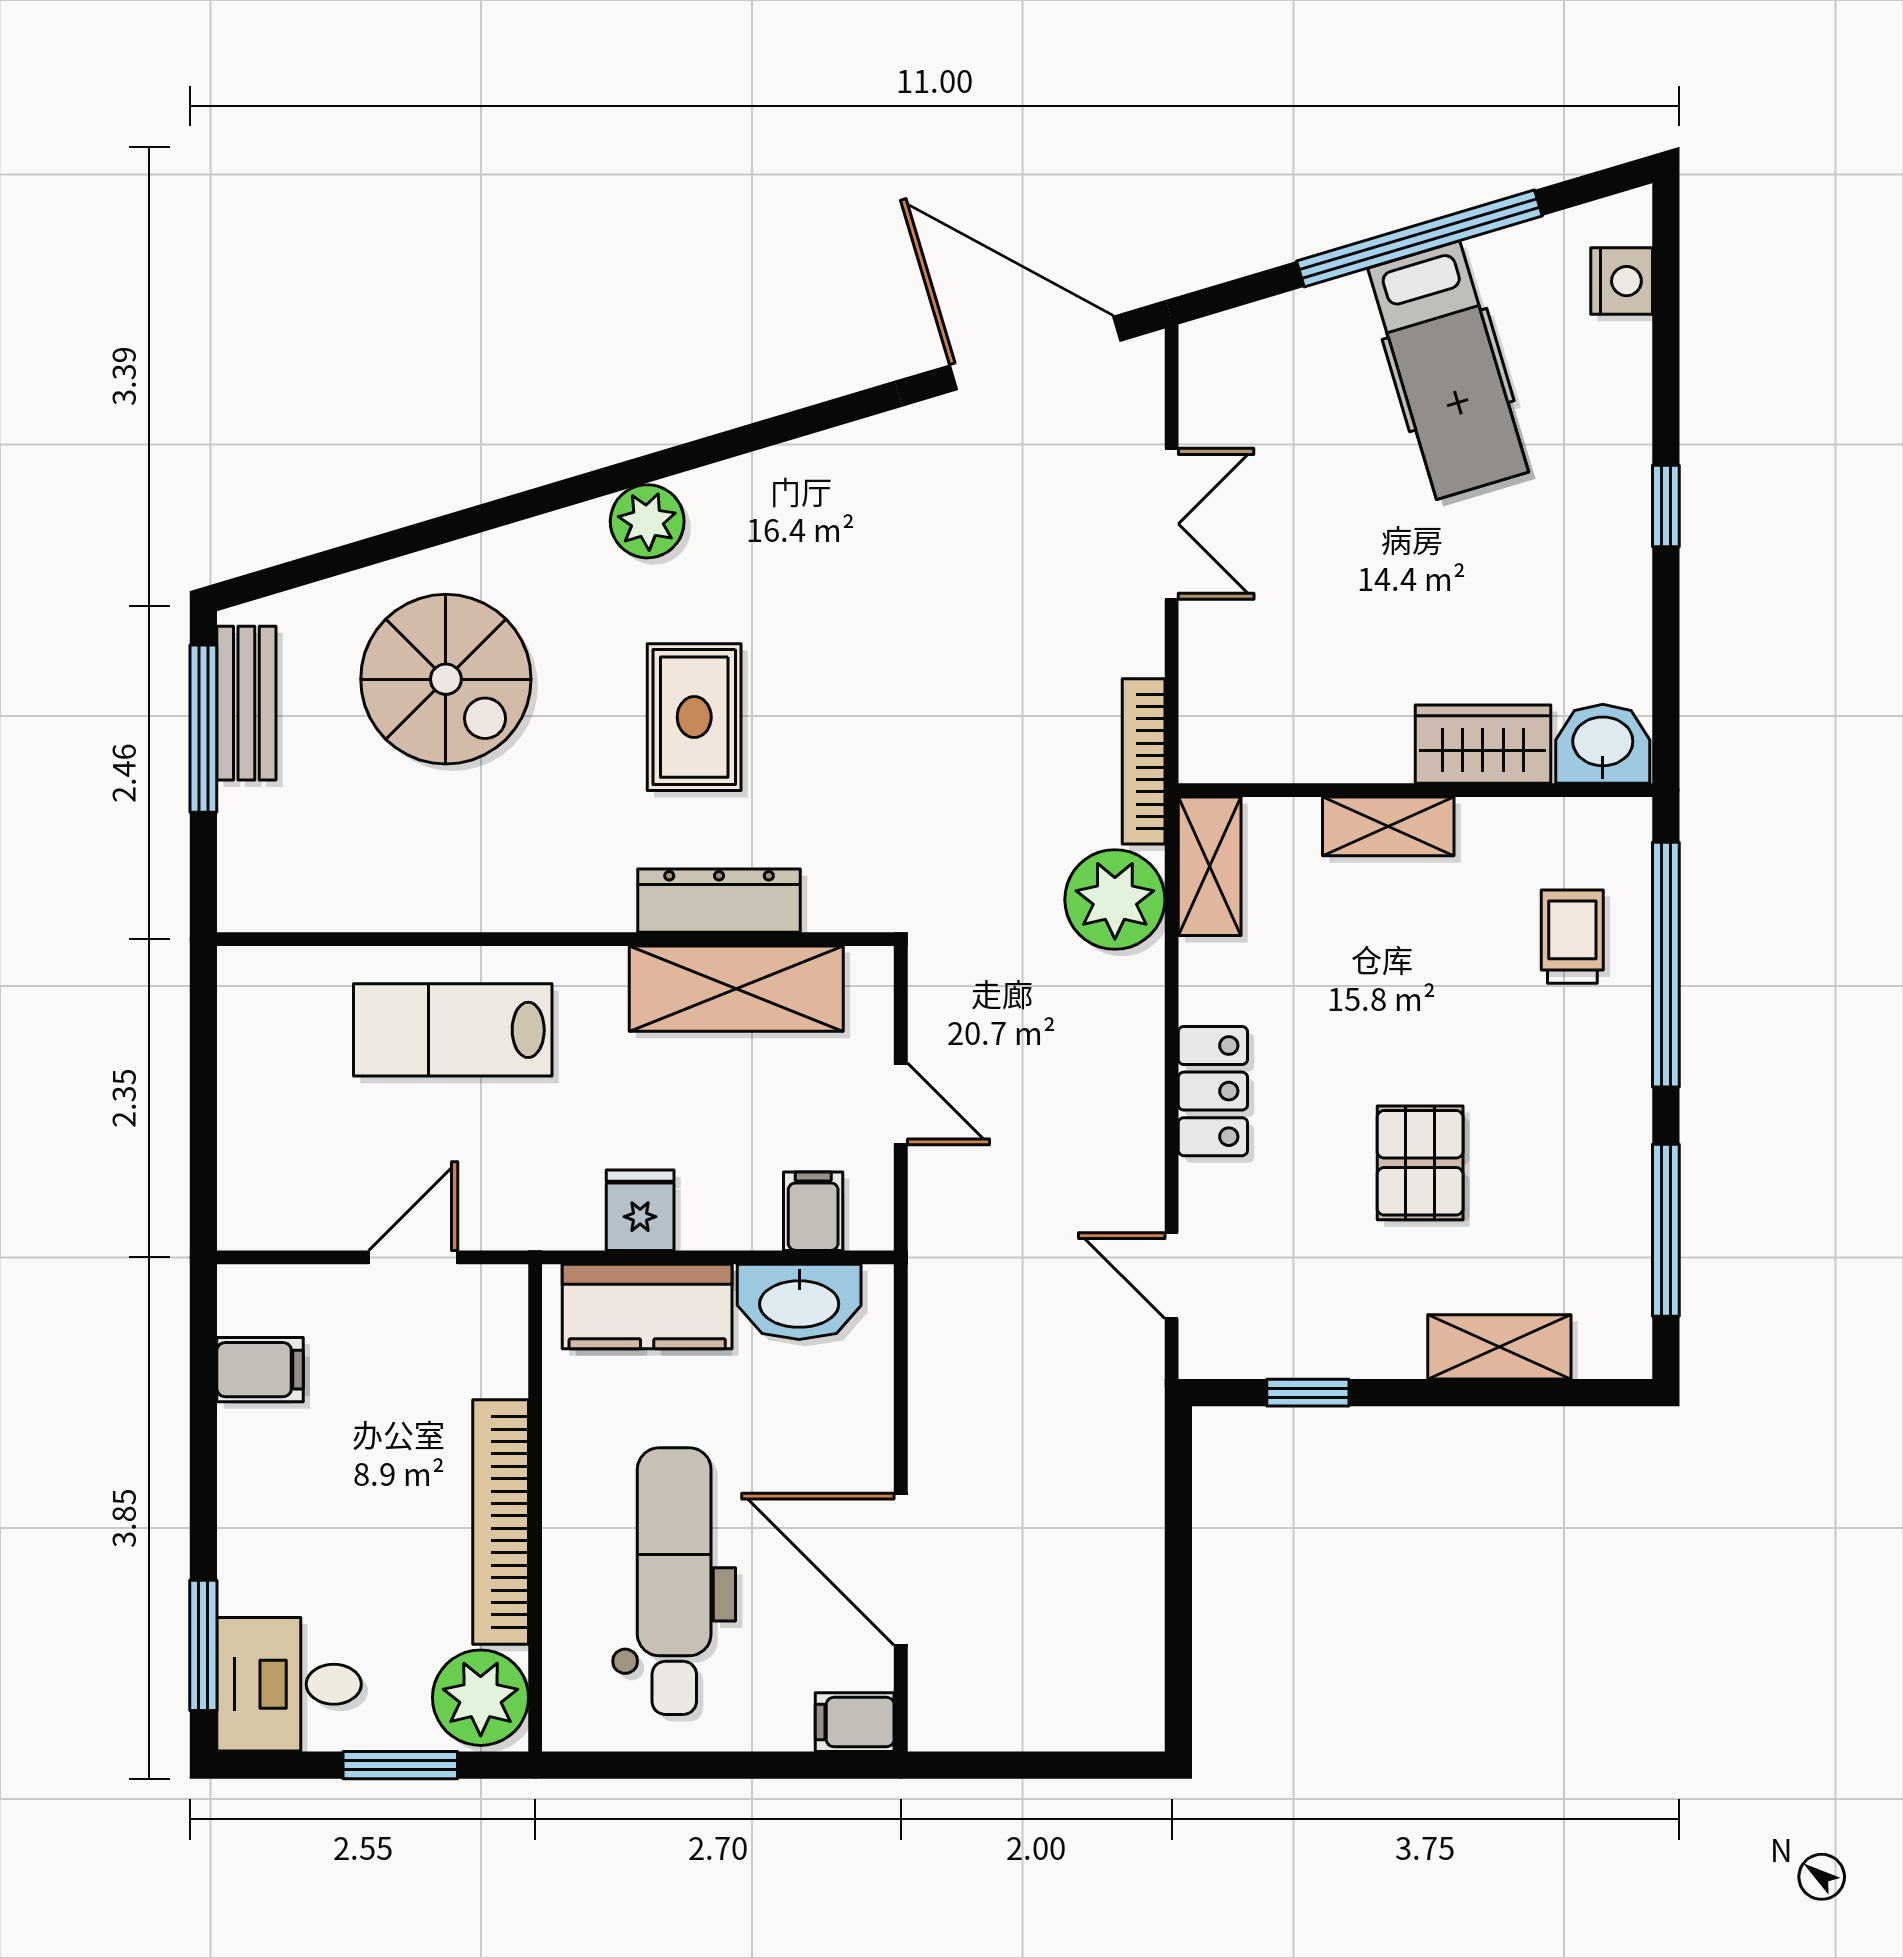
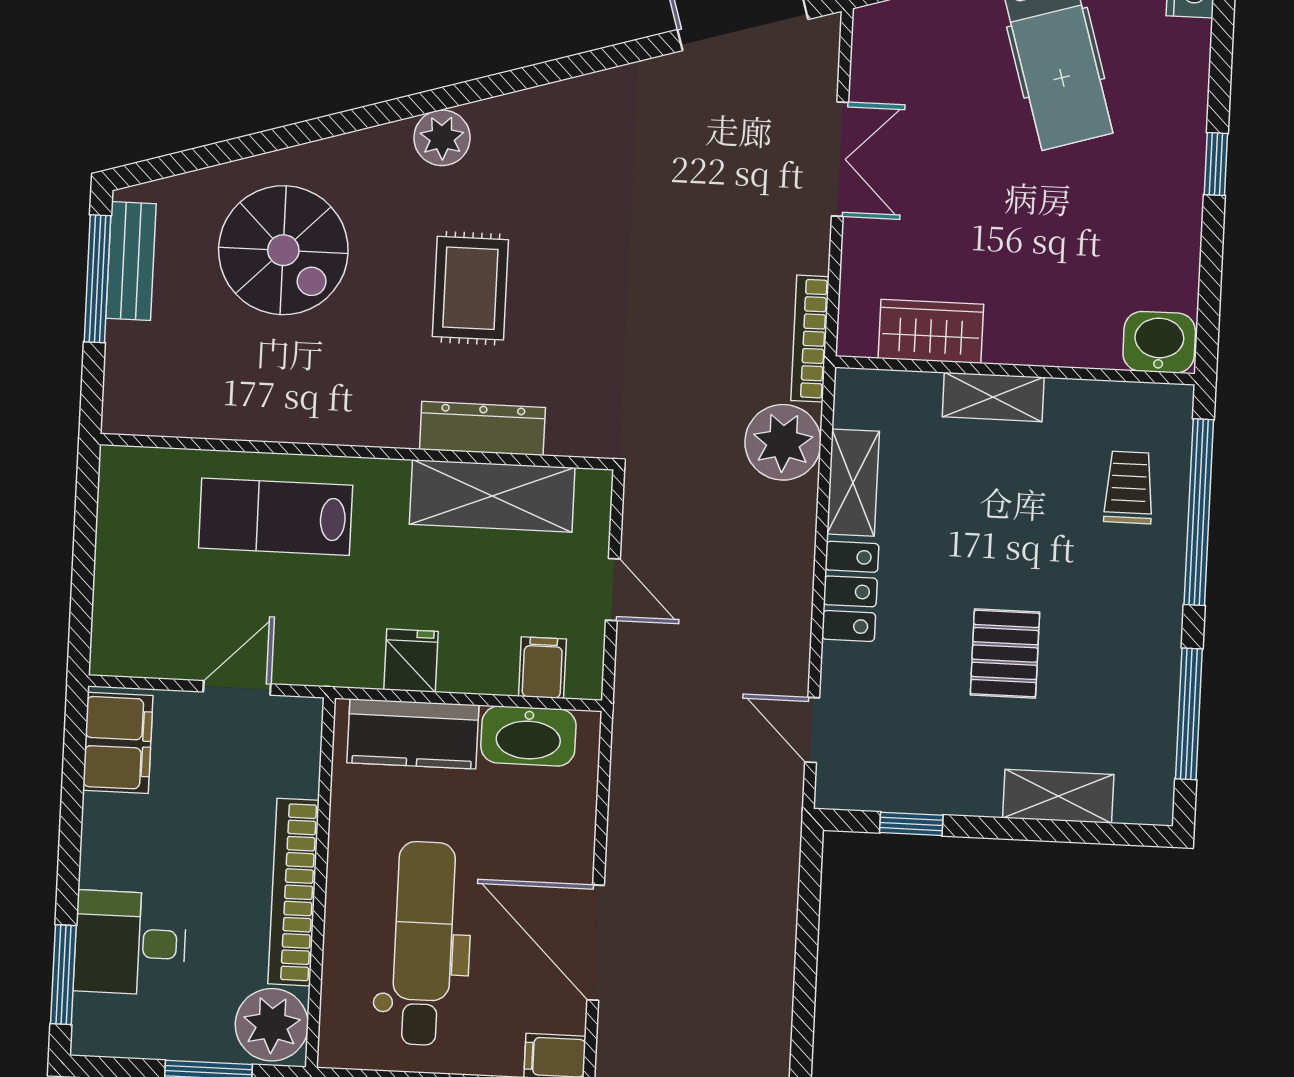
wardrobe: (1483, 744) -> (931, 331), moved
shelving: (1210, 866) -> (853, 483), moved
filing cabinet: (260, 1370) -> (118, 743), width x2.00
desk: (289, 1684) -> (130, 943), moved

